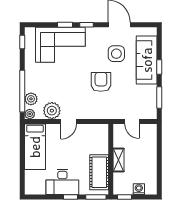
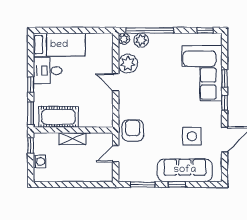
armchair: (101, 82) -> (133, 130), moved, turned -90
bed: (35, 147) -> (59, 45), moved, turned 180
desk: (62, 182) -> (48, 71), width x0.73

